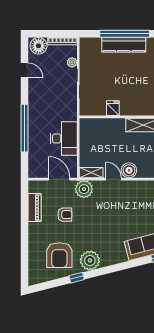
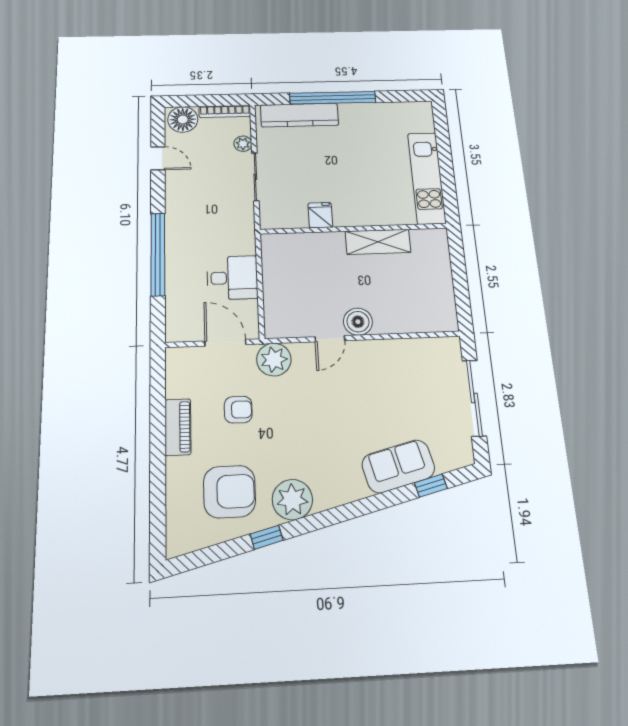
kitchen counter: (124, 45) -> (299, 115), moved
desk: (64, 139) -> (232, 278), width x0.73
shelving: (91, 173) -> (286, 329), removed
door: (114, 179) -> (330, 339), swing flipped
piano: (35, 208) -> (178, 427), moved
armchair: (59, 255) -> (229, 492), turned -90

